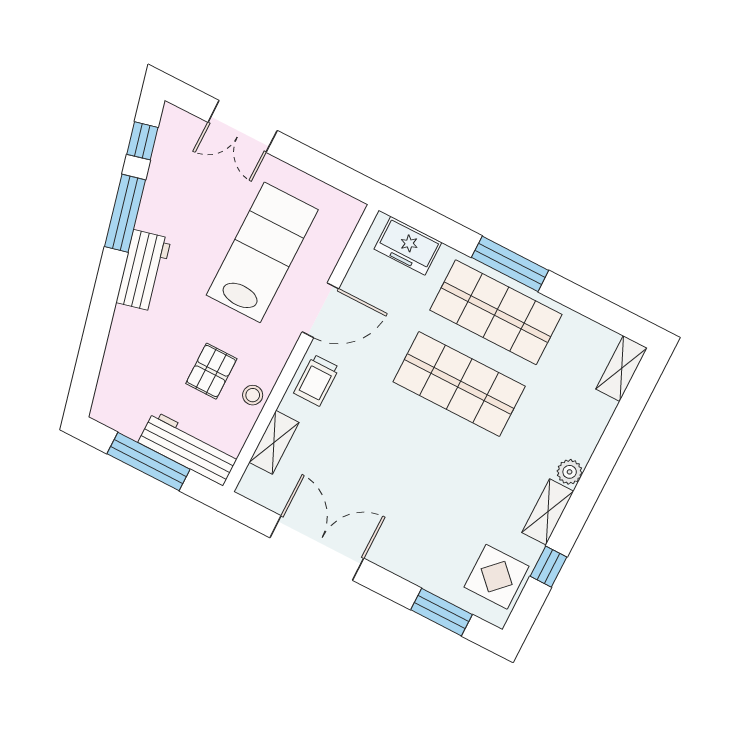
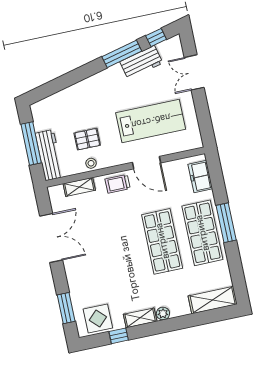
workbench: (144, 270) -> (141, 62), moved
shelving: (622, 369) -> (213, 300), width x1.50, depth x1.33

